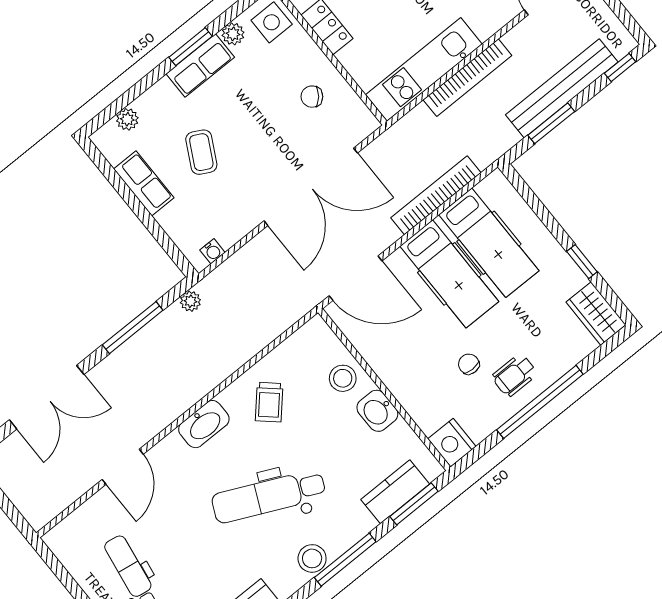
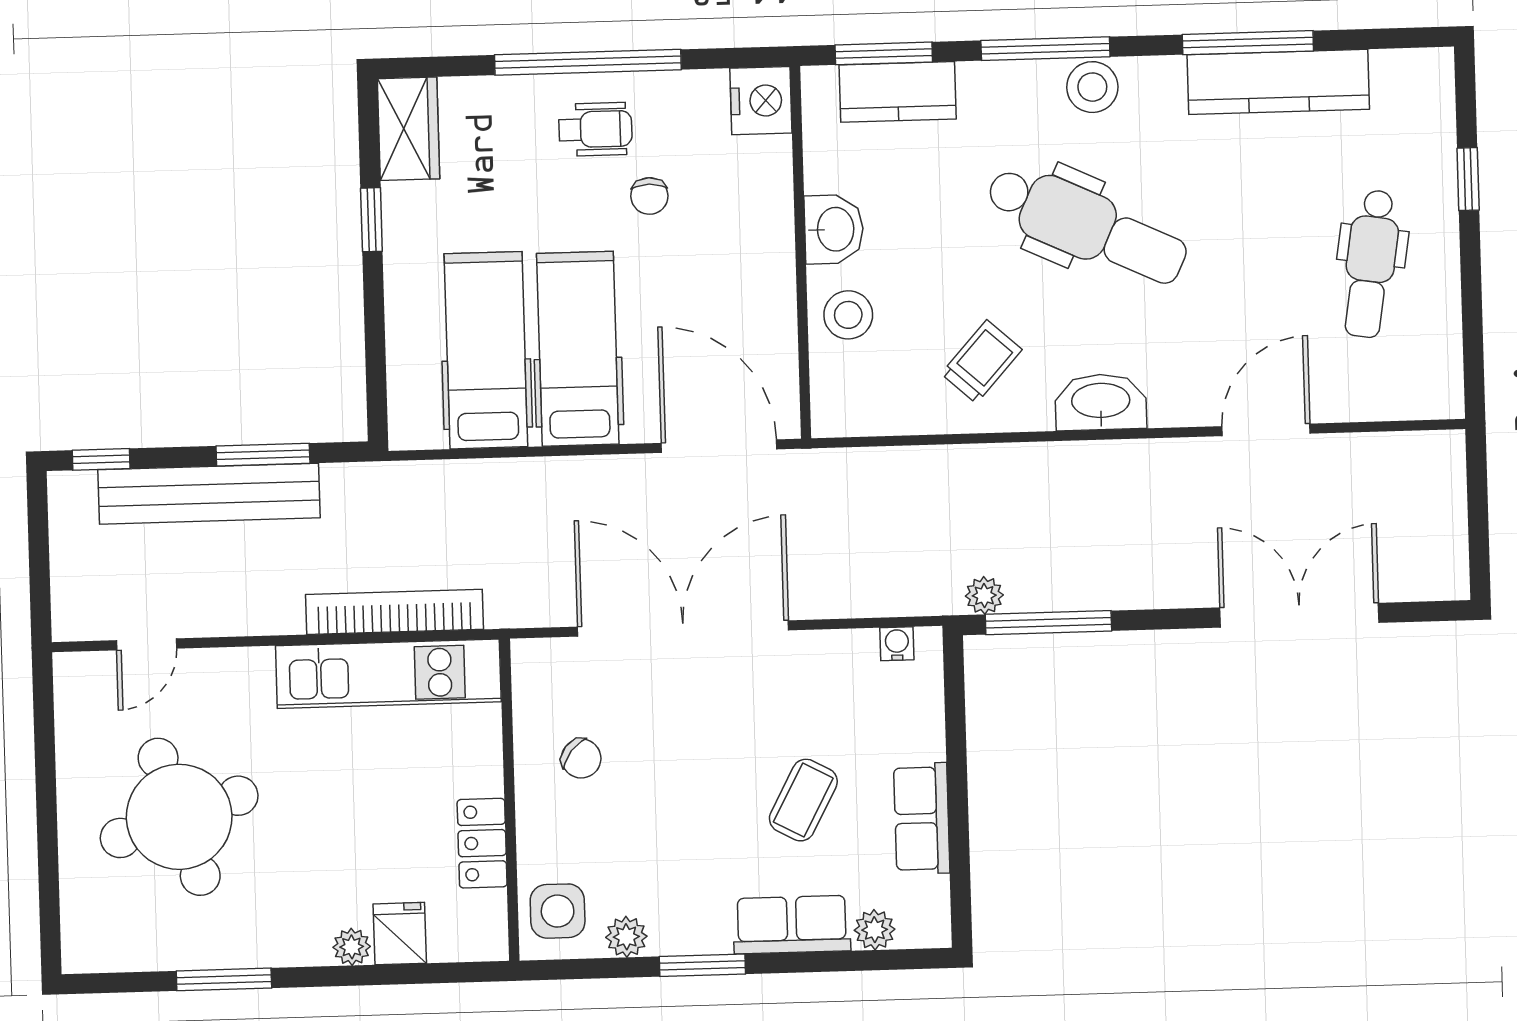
row of seats: (200, 66) -> (792, 925), moved
bookcase: (467, 78) -> (395, 612), moved
bookcase: (436, 195) -> (510, 478), removed
window: (133, 328) -> (1048, 623), moved

